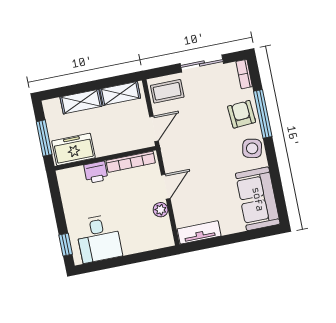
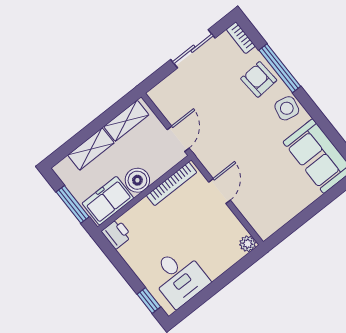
coffee table: (167, 91) -> (172, 94), removed
boiler: (105, 145) -> (137, 180), added
printer: (96, 172) -> (117, 234), moved, turned -90
plant: (161, 210) -> (248, 244), moved
tv unit: (199, 232) -> (277, 220), removed

